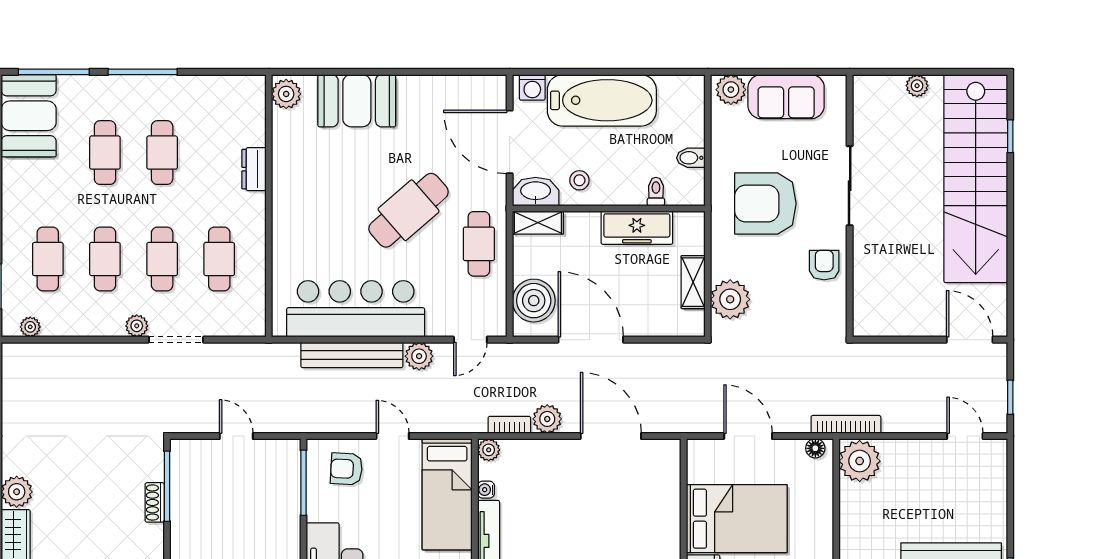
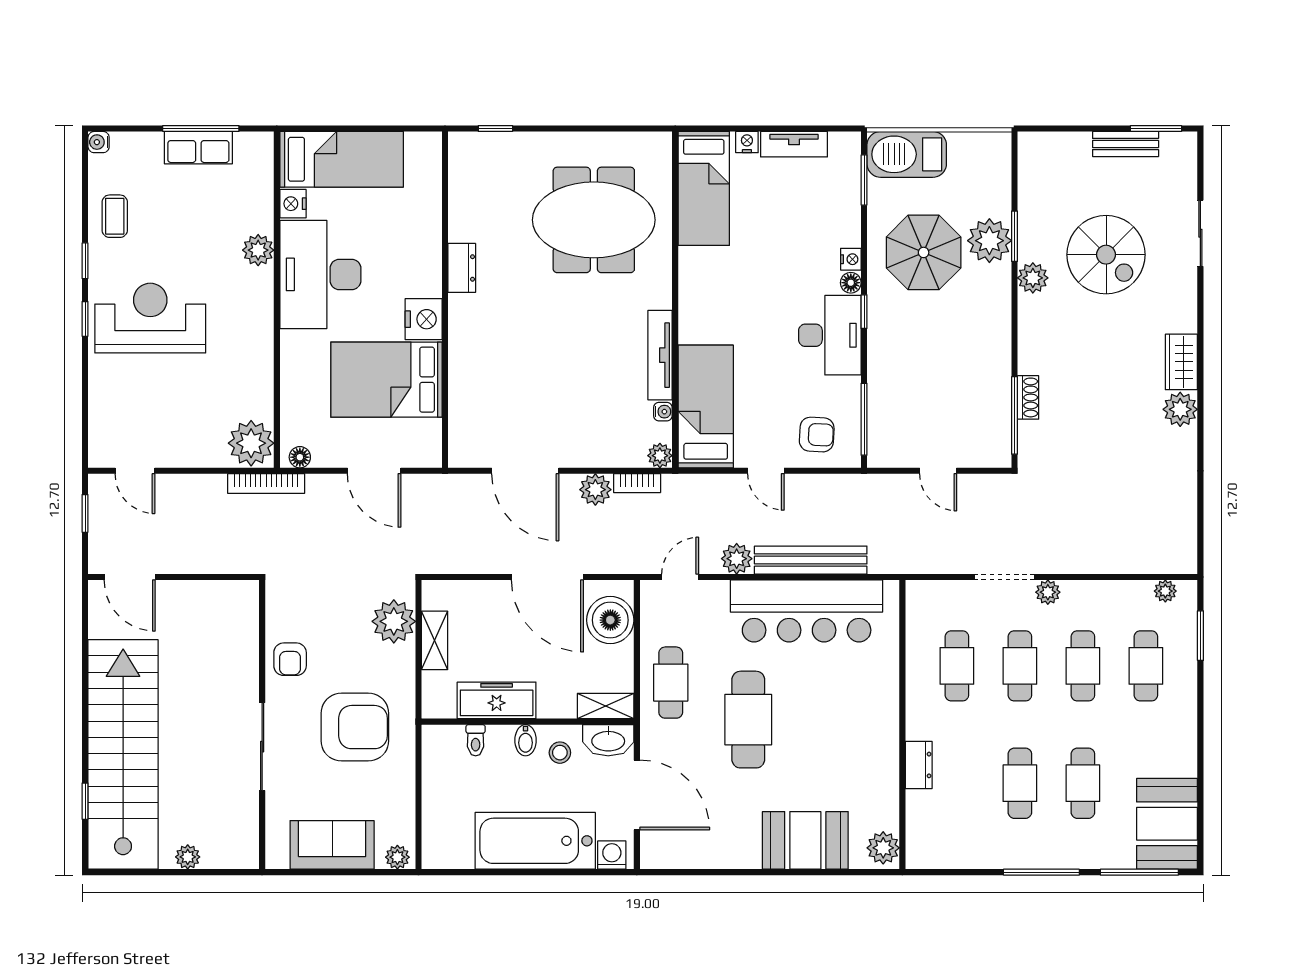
plant: (731, 90) -> (397, 857), width x0.73, depth x0.73
bidet: (691, 158) -> (526, 740), moved, turned 90
cafe table: (409, 210) -> (748, 720), turned -49

